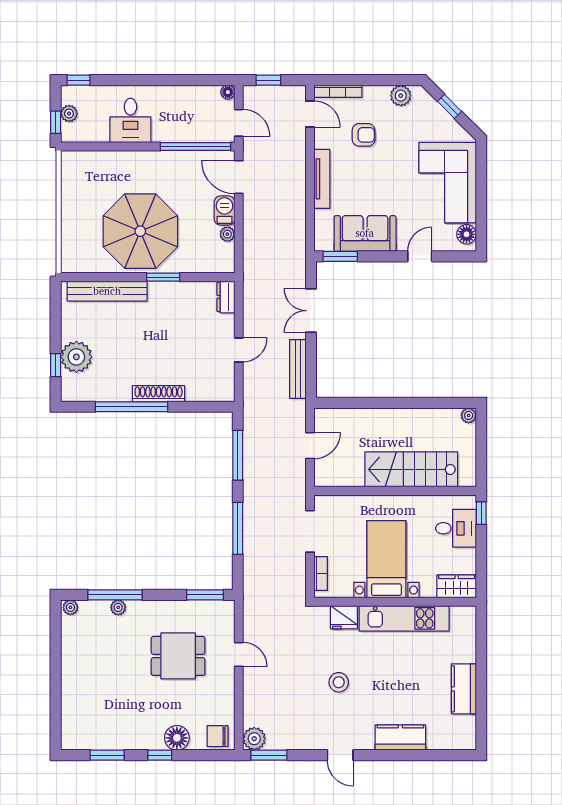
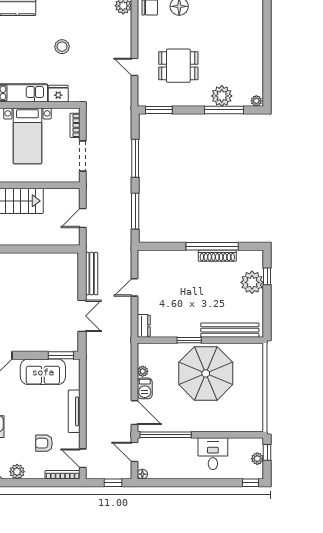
shoe rack: (159, 394) -> (217, 256), moved
plant: (118, 607) -> (222, 96), width x1.88, depth x1.88

